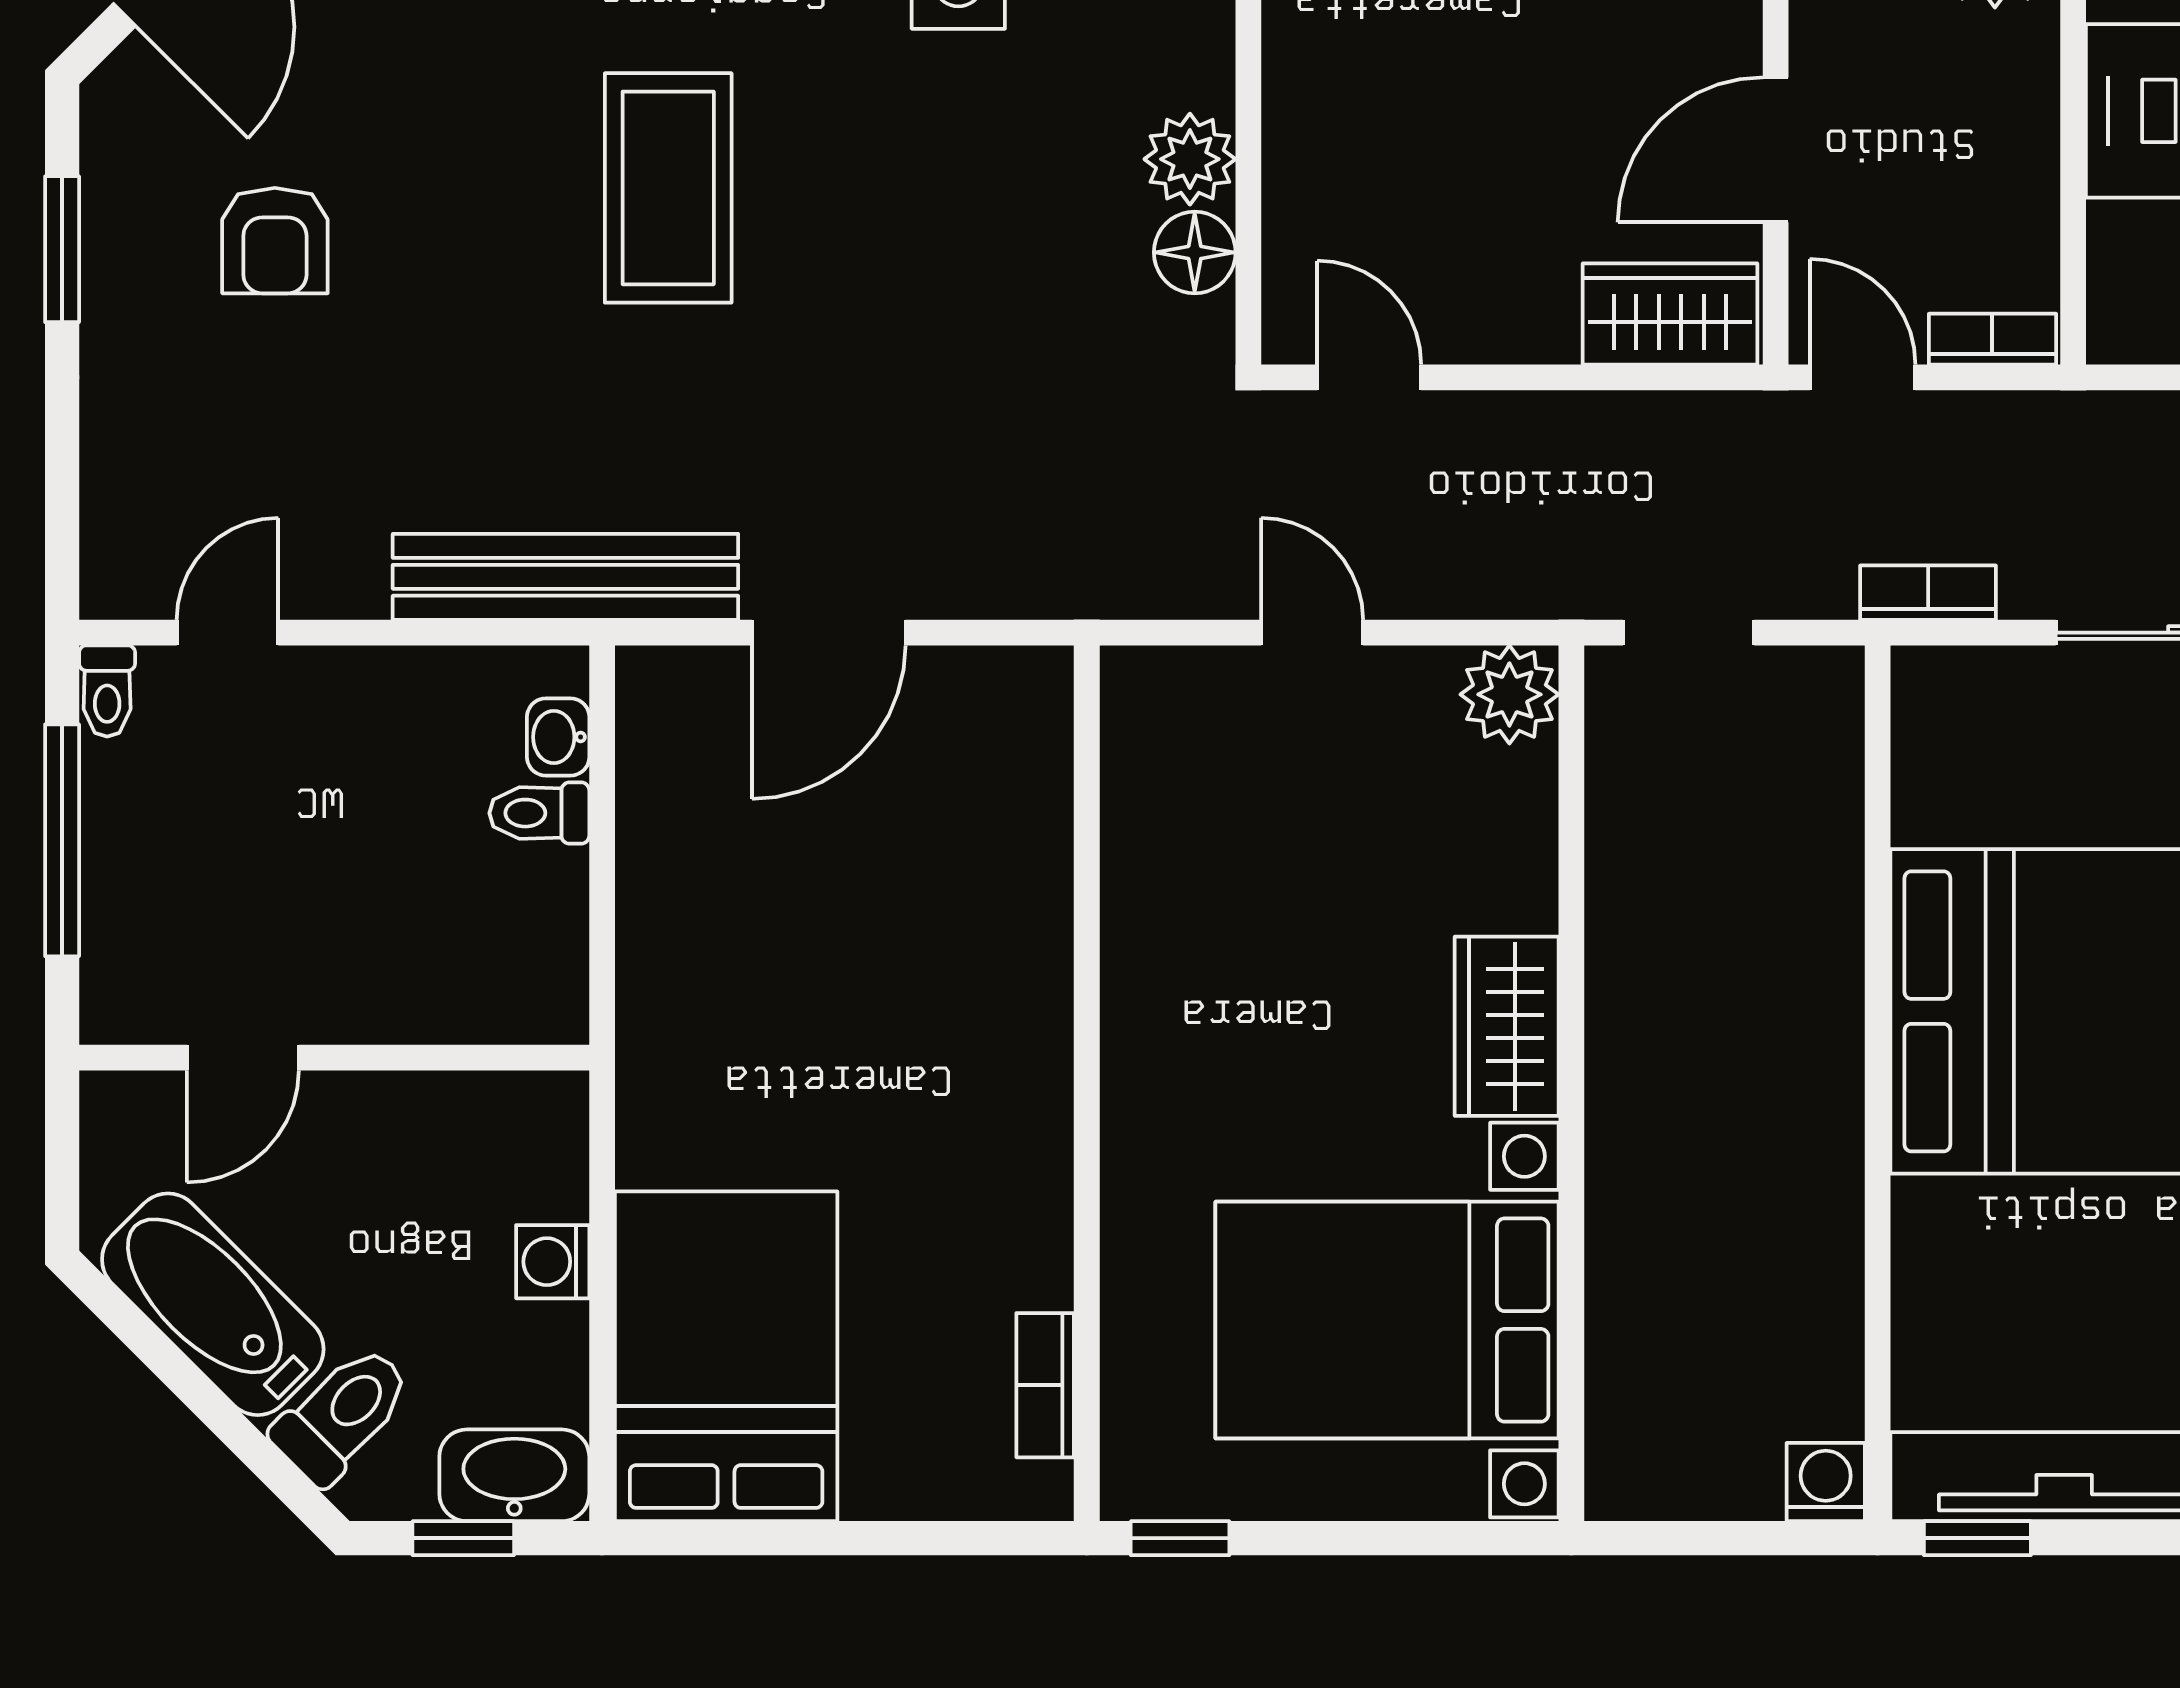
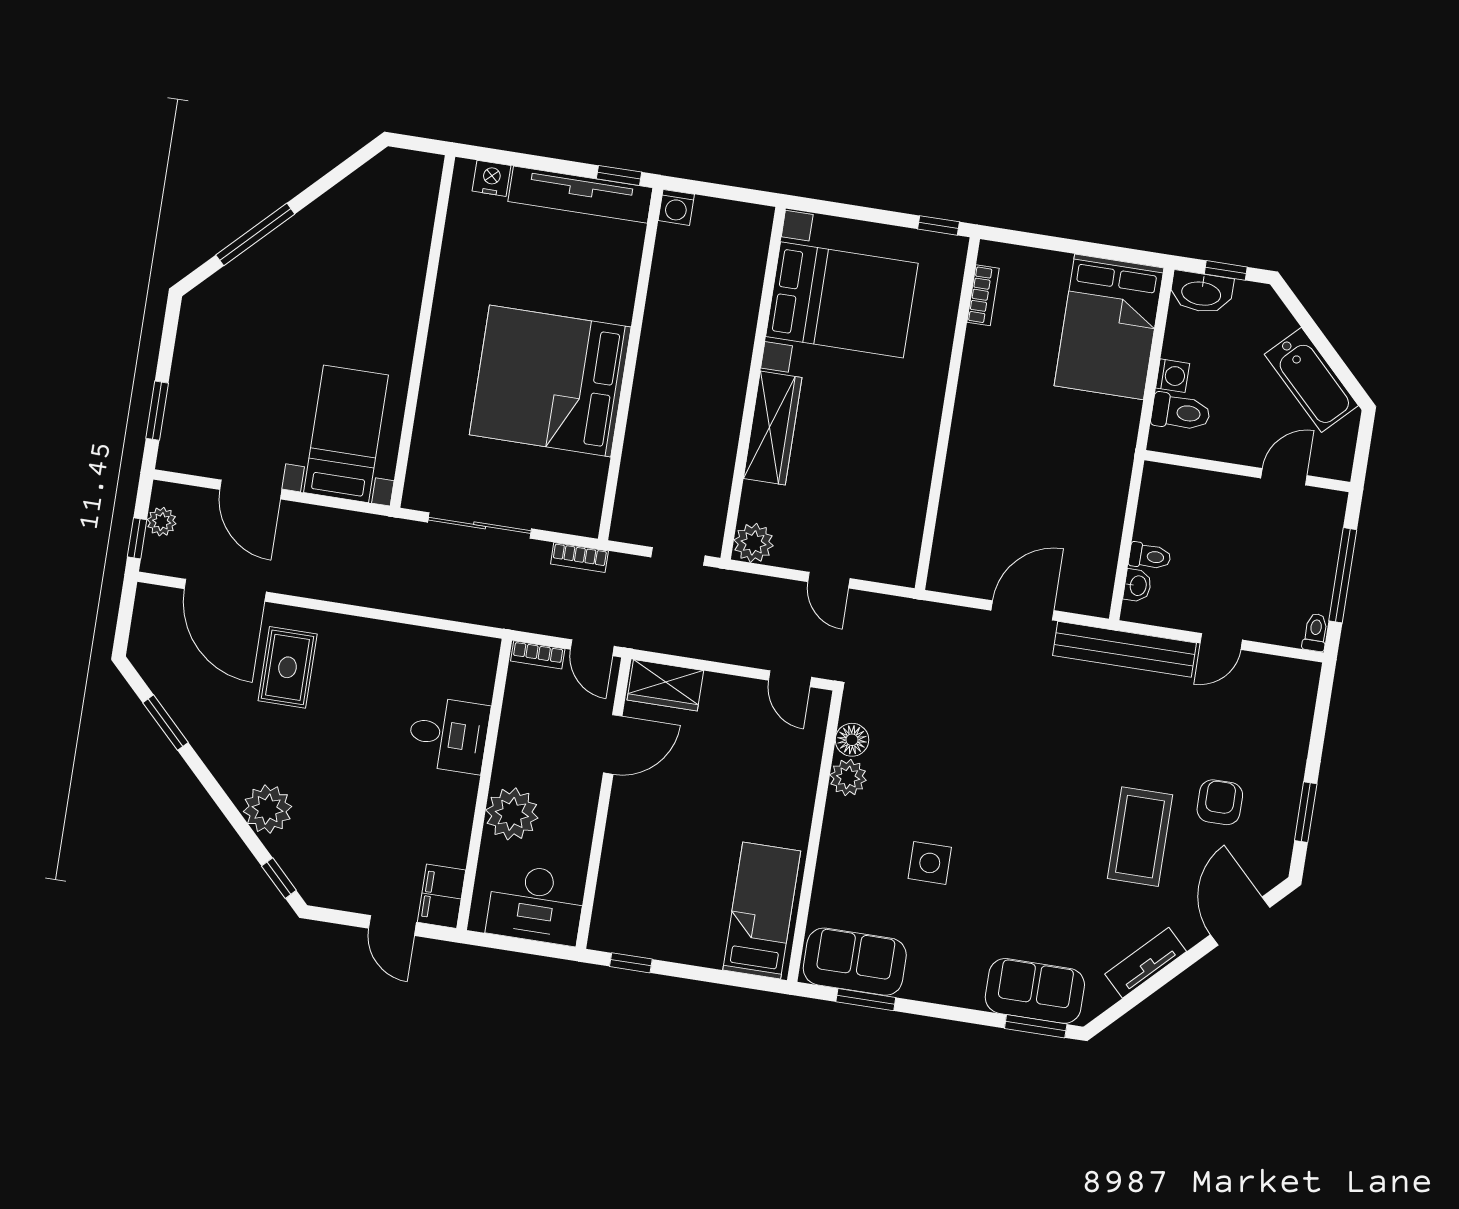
coffee table: (668, 188) -> (1140, 837), moved
door: (227, 633) -> (1221, 642), moved
wardrobe: (1507, 1026) -> (773, 428), width x1.50
toilet: (342, 1414) -> (1181, 412), moved, turned -135

